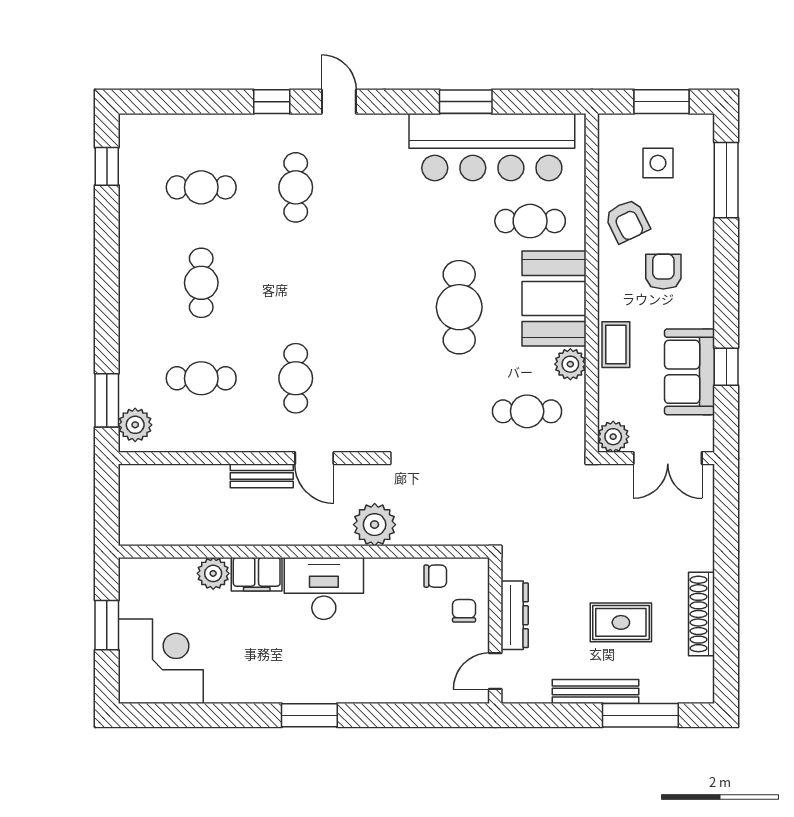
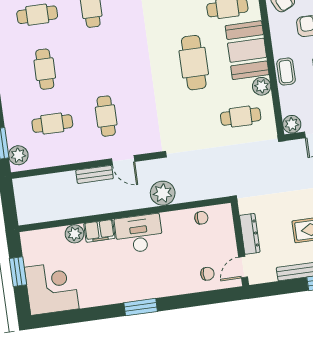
chair: (464, 611) -> (207, 274), moved, turned 90

